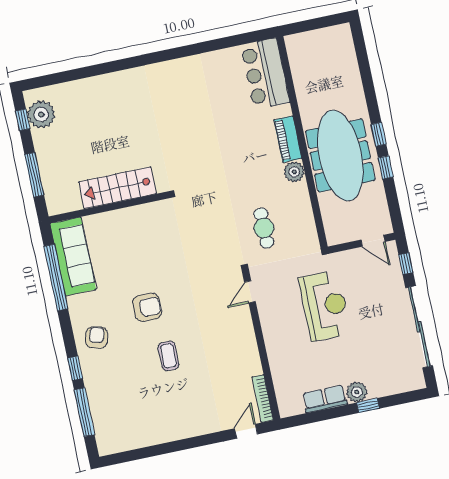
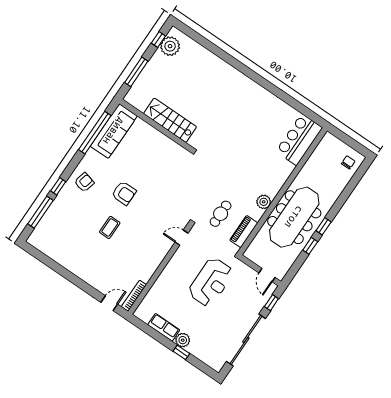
chair: (337, 46) -> (348, 162), added
piano: (288, 139) -> (244, 232), moved

